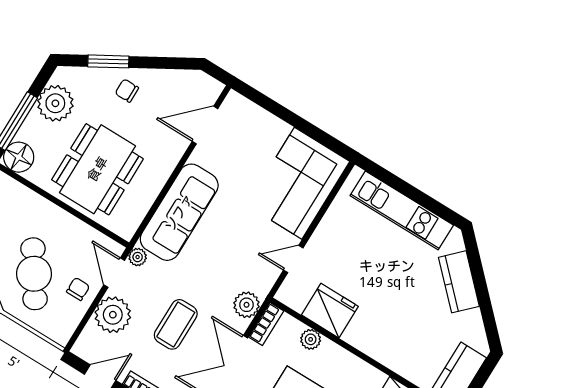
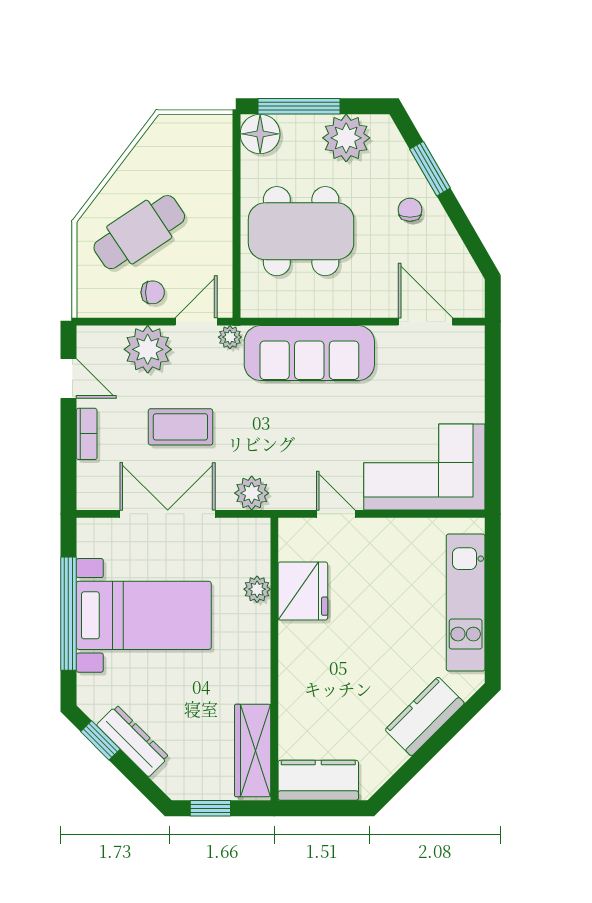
bookcase: (266, 324) -> (244, 529), removed

